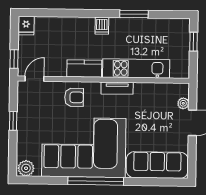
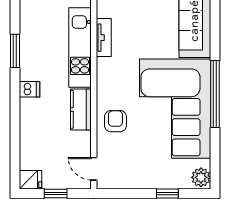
window: (14, 59) -> (56, 193), moved
tv unit: (117, 88) -> (104, 38), moved
window: (13, 121) -> (167, 193), moved

